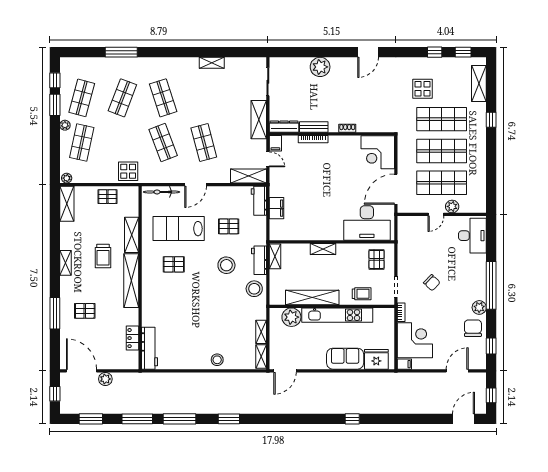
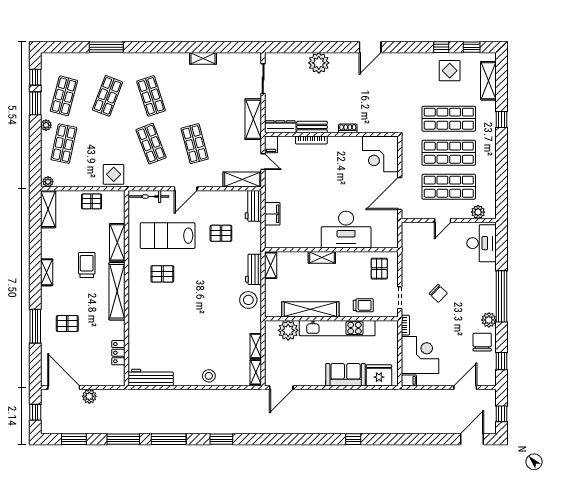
display table: (422, 89) -> (450, 71), moved
plant: (452, 206) -> (478, 212), moved
desk: (367, 223) -> (346, 230), moved
trolley: (103, 256) -> (87, 265), turned 180
stool: (226, 265) -> (219, 275), removed
workbench: (150, 348) -> (151, 378), moved, turned -90

